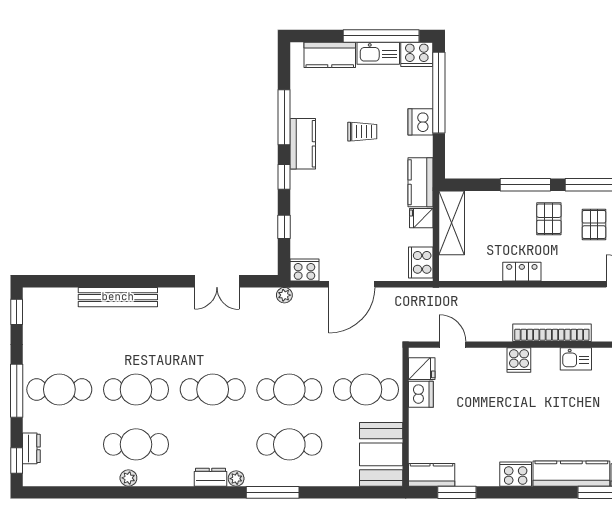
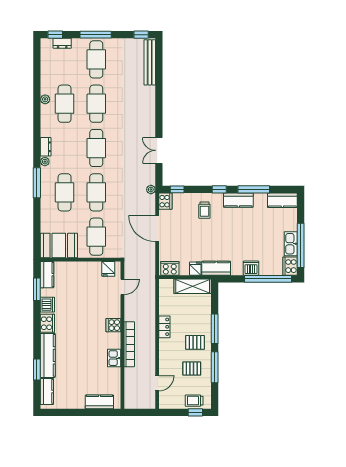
kitchen counter: (330, 55) -> (282, 200), moved, turned -90
trolley: (362, 132) -> (204, 210), moved
window: (284, 227) -> (177, 189), moved
bench: (118, 297) -> (150, 62), moved
dishwasher: (421, 394) -> (47, 305), moved, turned -90

